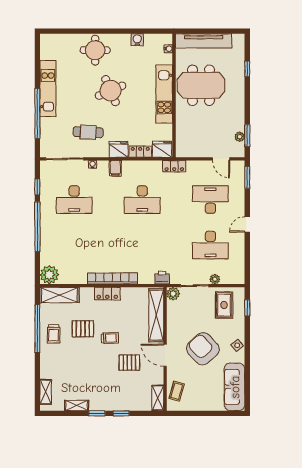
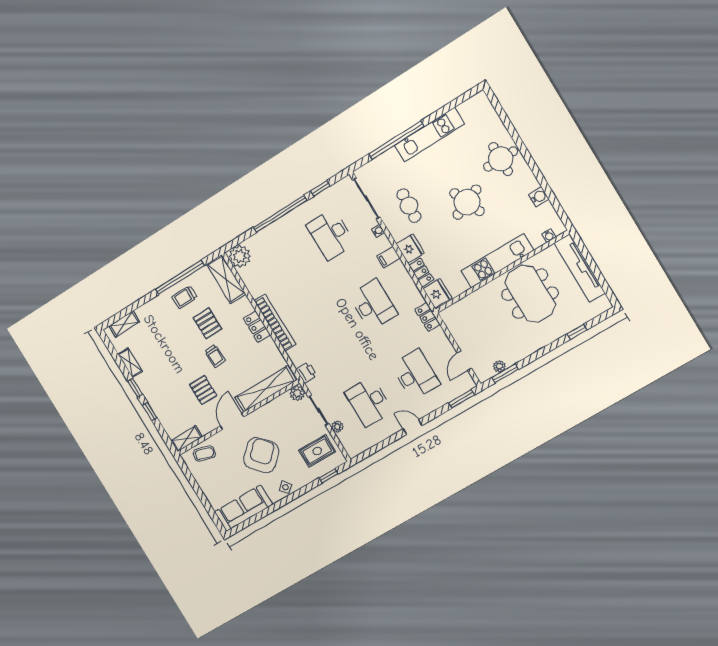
desk: (142, 200) -> (373, 305), turned 180

